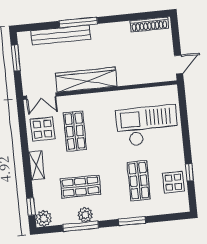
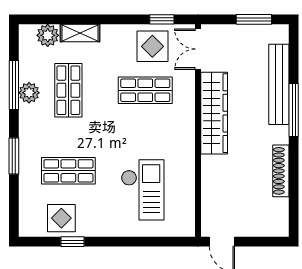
shoe rack: (149, 25) -> (281, 171), moved
checkout: (147, 126) -> (143, 190), width x0.73, depth x0.83
shelving: (37, 165) -> (80, 33), moved
window: (31, 207) -> (162, 19), moved
plant: (44, 218) -> (48, 35), moved

